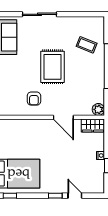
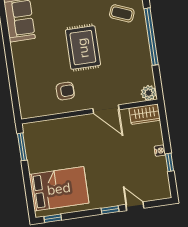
armchair: (34, 99) -> (65, 91), turned -91

